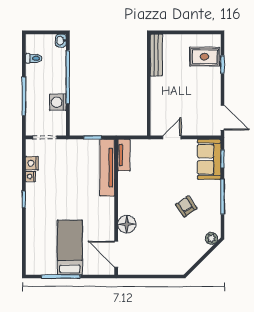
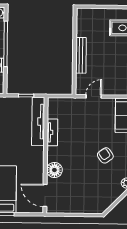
bench: (156, 55) -> (81, 55), moved
tv unit: (124, 155) -> (52, 132), moved

